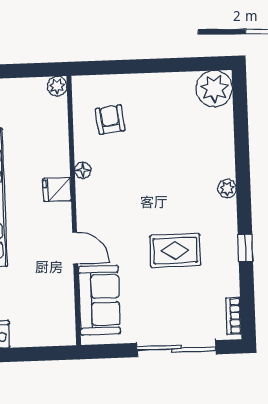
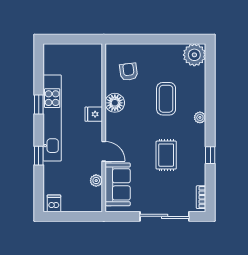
plant: (57, 86) -> (96, 181), moved
coffee table: (172, 161) -> (166, 99), added
floor lamp: (83, 170) -> (115, 103), width x1.89, depth x1.89
rug: (175, 251) -> (166, 155), turned 90

